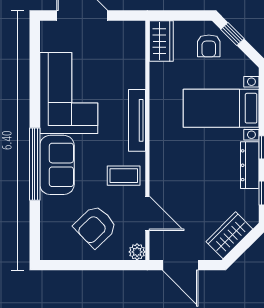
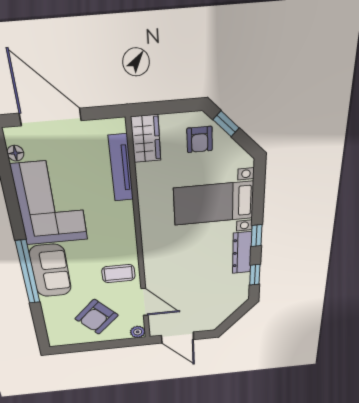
floor lamp: (47, 44) -> (15, 153), added
tv unit: (137, 120) -> (121, 168), moved
wardrobe: (229, 235) -> (222, 311), removed

